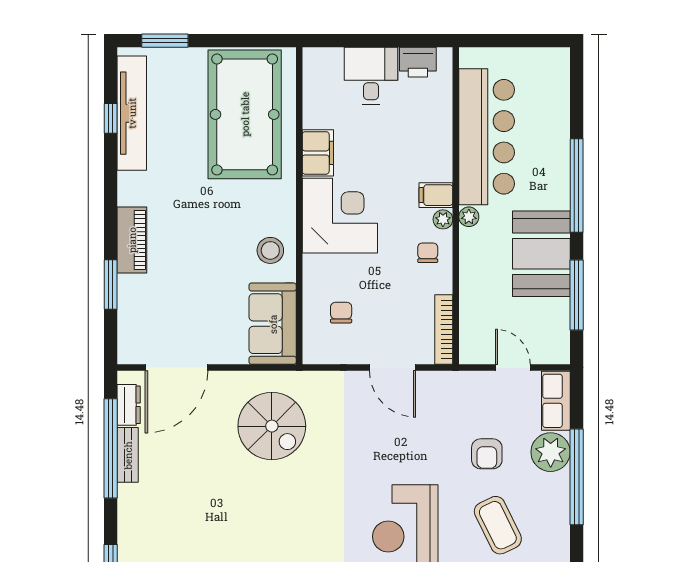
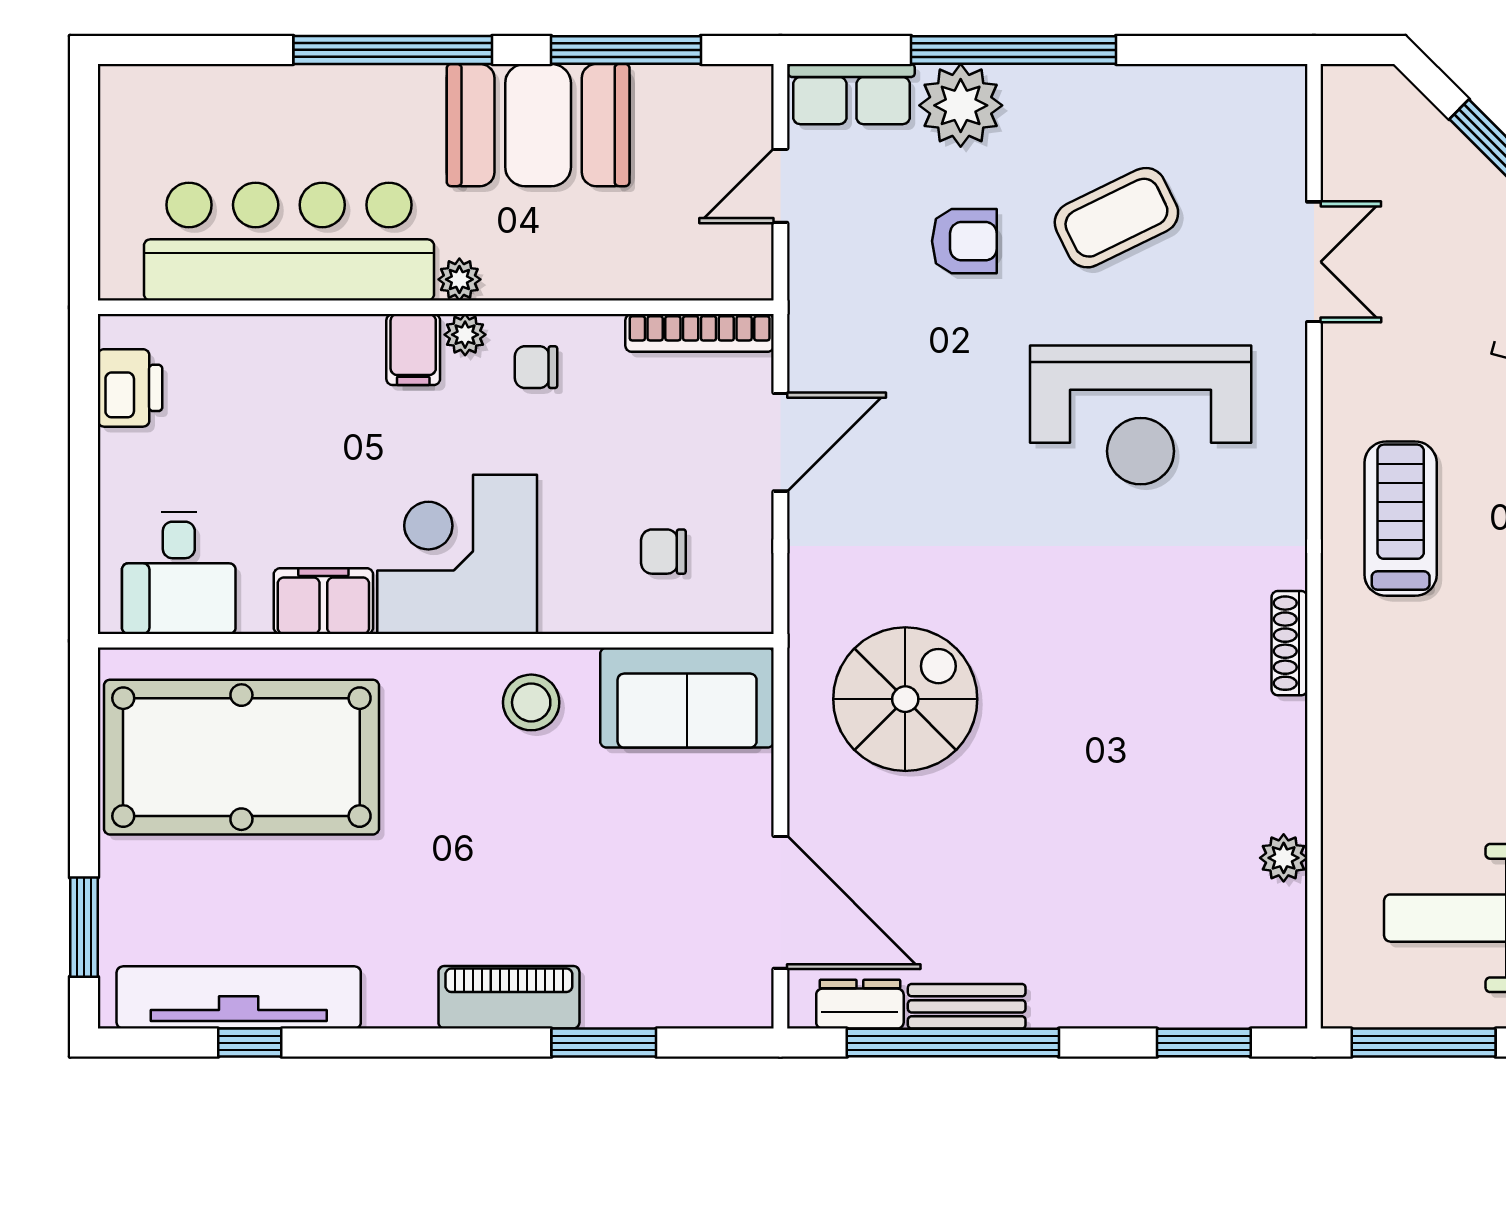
desk: (371, 76) -> (179, 573), moved, turned -90

